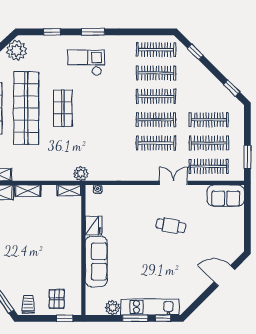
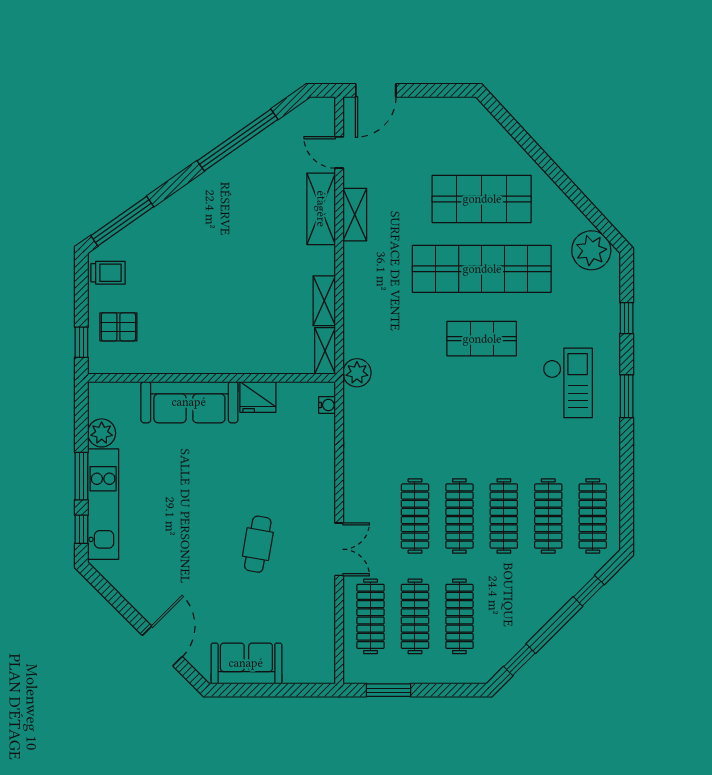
shelving: (28, 191) -> (324, 301), moved
sofa: (226, 196) -> (246, 663), moved, turned 90

